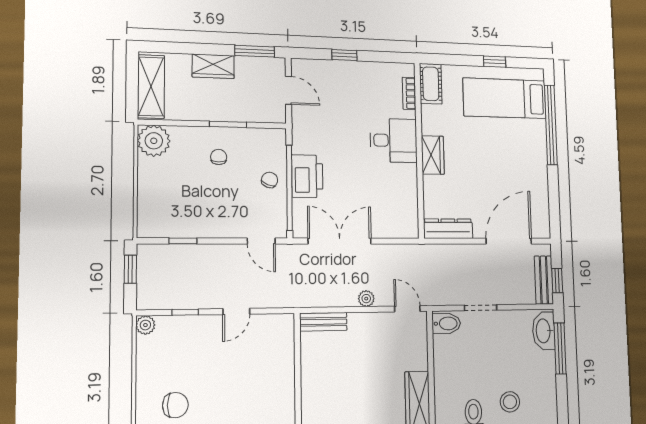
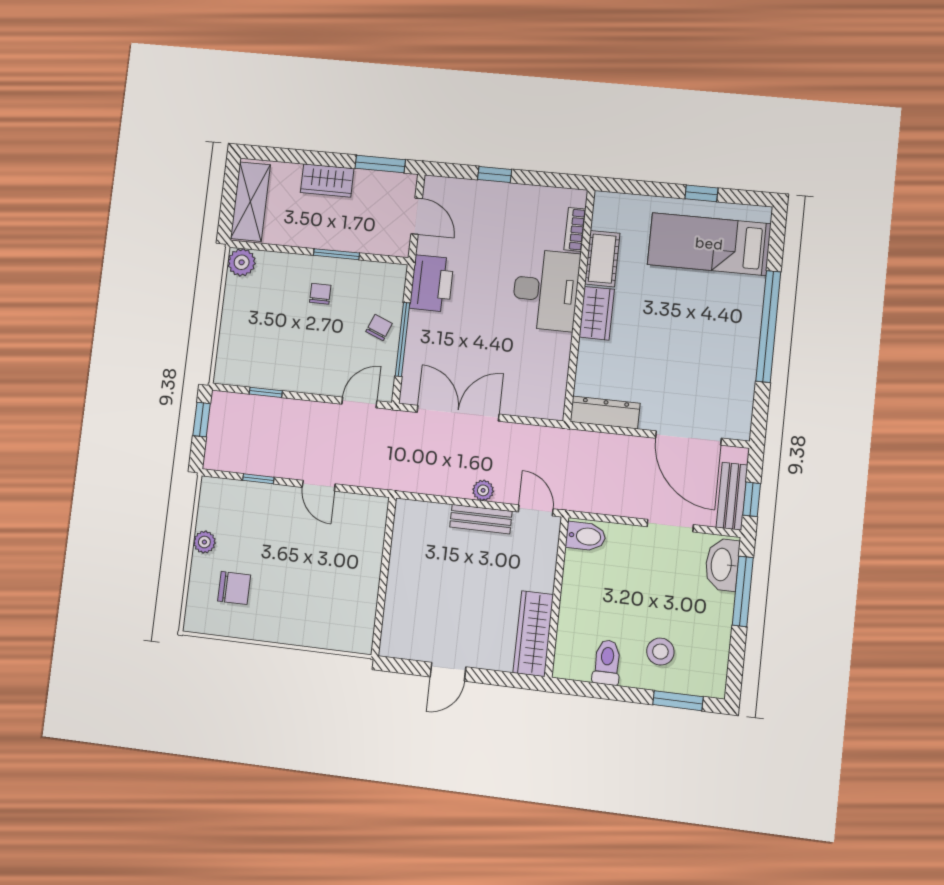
cot: (431, 84) -> (602, 259), moved
window: (551, 125) -> (768, 326), moved
desk: (394, 140) -> (546, 290), width x1.37
plant: (154, 141) -> (242, 262), width x0.73, depth x0.73
printer: (307, 176) -> (432, 283), moved
window: (289, 188) -> (403, 339), width x0.68
door: (261, 241) -> (359, 403), swing flipped
door: (509, 241) -> (688, 438), swing flipped
doorway: (481, 308) -> (670, 526), moved
door: (236, 311) -> (319, 486), hinge flipped
bench: (323, 322) -> (481, 519), moved
plant: (145, 325) -> (204, 542), moved

